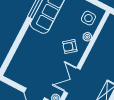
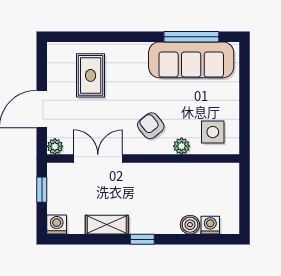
rug: (30, 63) -> (91, 75), added

